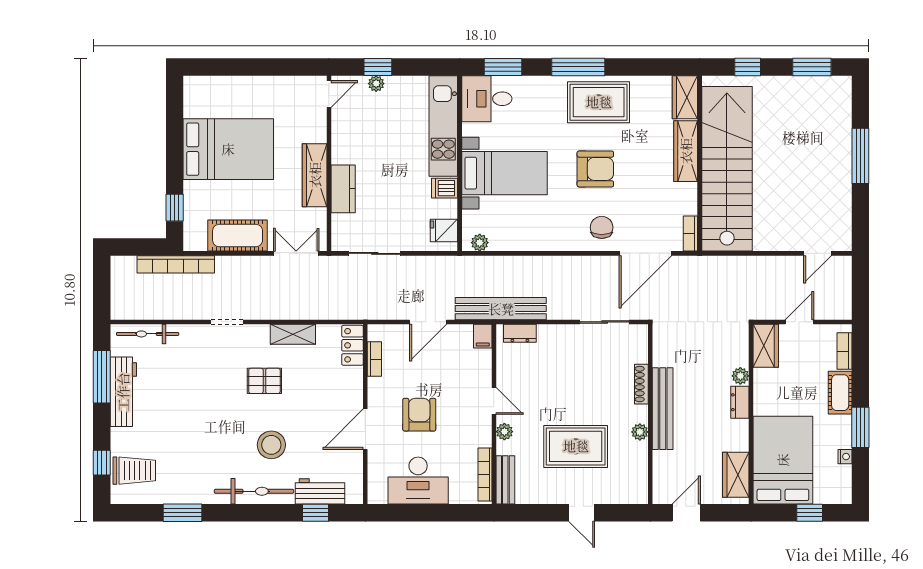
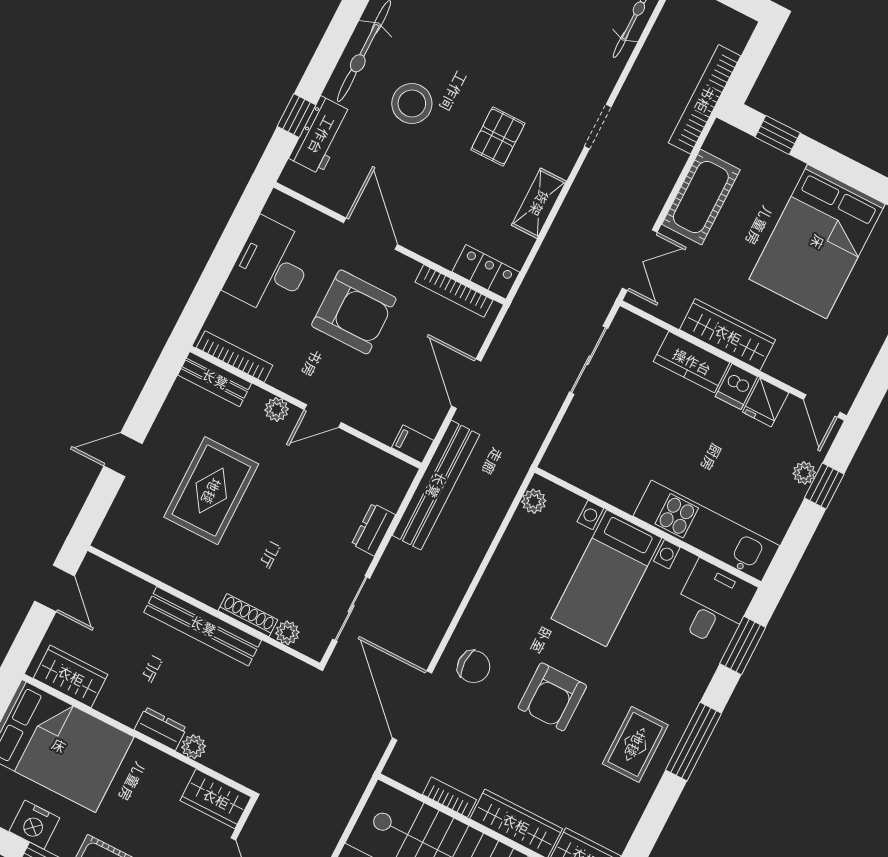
rug: (599, 102) -> (635, 744), width x0.73, depth x0.70
dishwasher: (445, 188) -> (736, 387), moved, turned 180
fridge: (444, 230) -> (766, 402), moved, turned 180
bookcase: (690, 234) -> (449, 797), moved
dresser: (520, 333) -> (373, 530), moved
bookcase: (374, 359) -> (454, 291), width x1.56
armchair: (419, 415) -> (354, 312), width x1.36, depth x1.36
plant: (640, 432) -> (287, 633), moved
nightstand: (845, 457) -> (34, 825), width x1.89, depth x1.79

